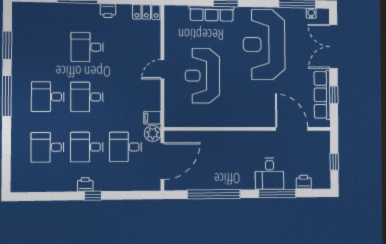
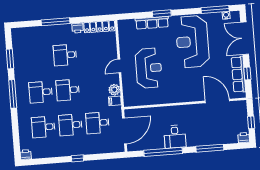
locker: (146, 12) -> (99, 27), width x1.53
reception desk: (202, 76) -> (149, 68), turned 180
plant: (153, 133) -> (114, 90), moved
desk: (270, 174) -> (175, 137), moved
printer: (304, 182) -> (244, 138), moved
printer: (85, 185) -> (26, 155), moved

